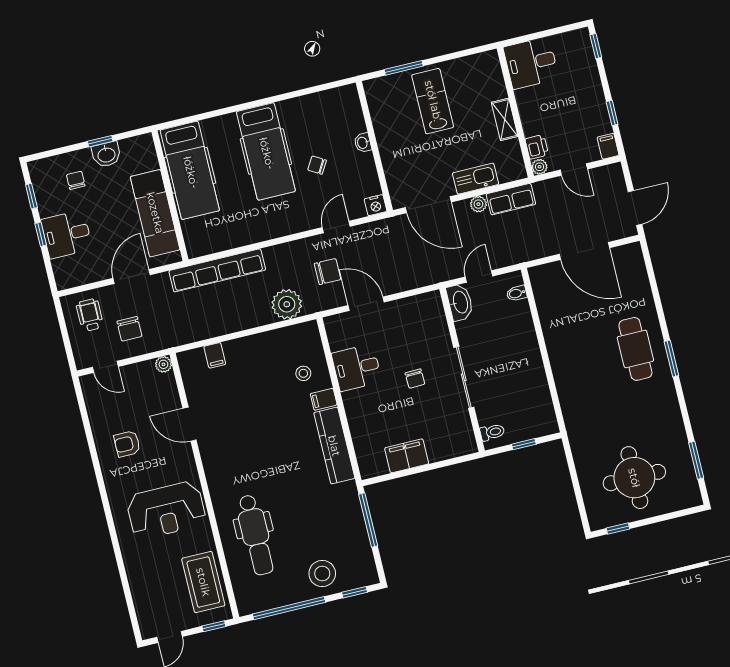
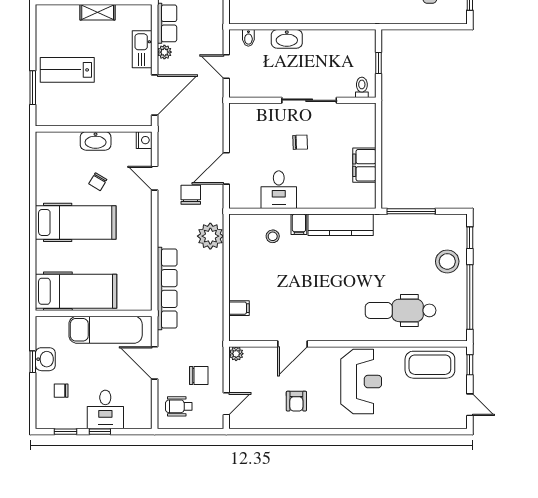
washbasin: (363, 143) -> (96, 141), width x1.91, depth x1.45
washbasin: (460, 302) -> (287, 39), moved, turned 180
dental chair: (255, 535) -> (401, 310), turned 180

